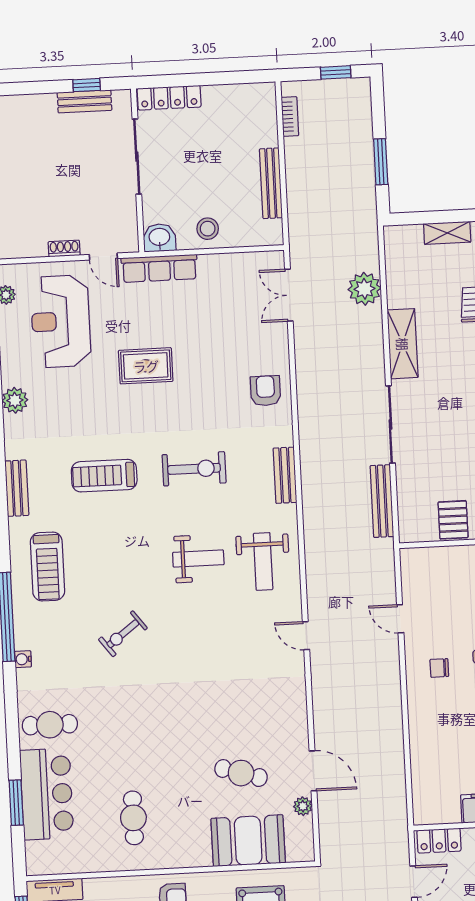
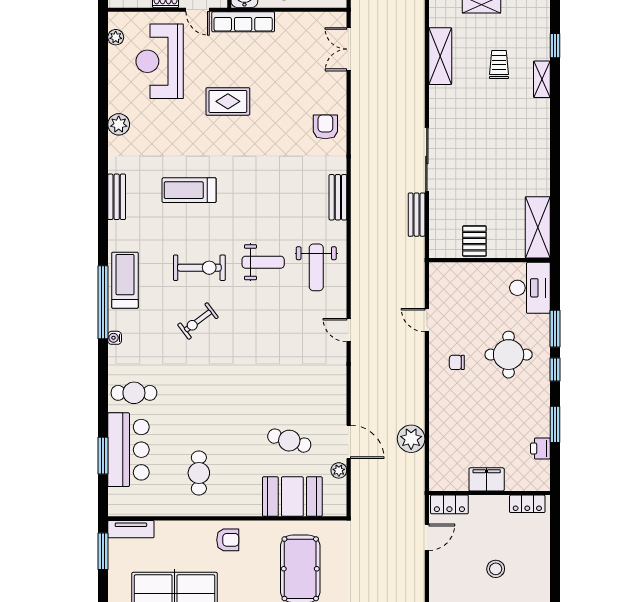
plant: (364, 289) -> (411, 439), moved
shelving: (403, 344) -> (440, 56), moved
exercise bike: (194, 469) -> (199, 268), moved
bench: (382, 501) -> (417, 215), width x0.73
treadmill: (47, 566) -> (125, 280), moved, turned 180

